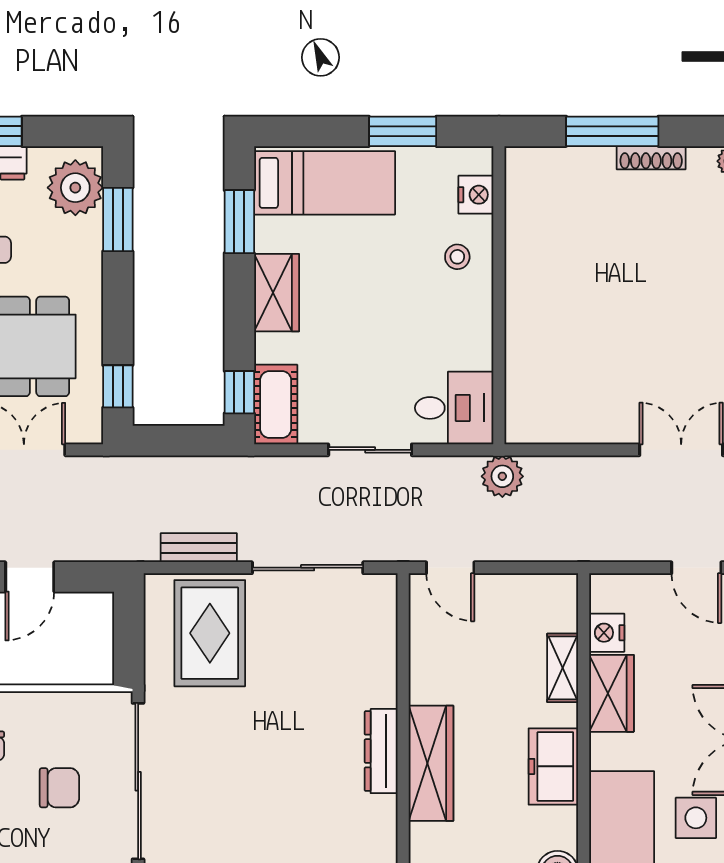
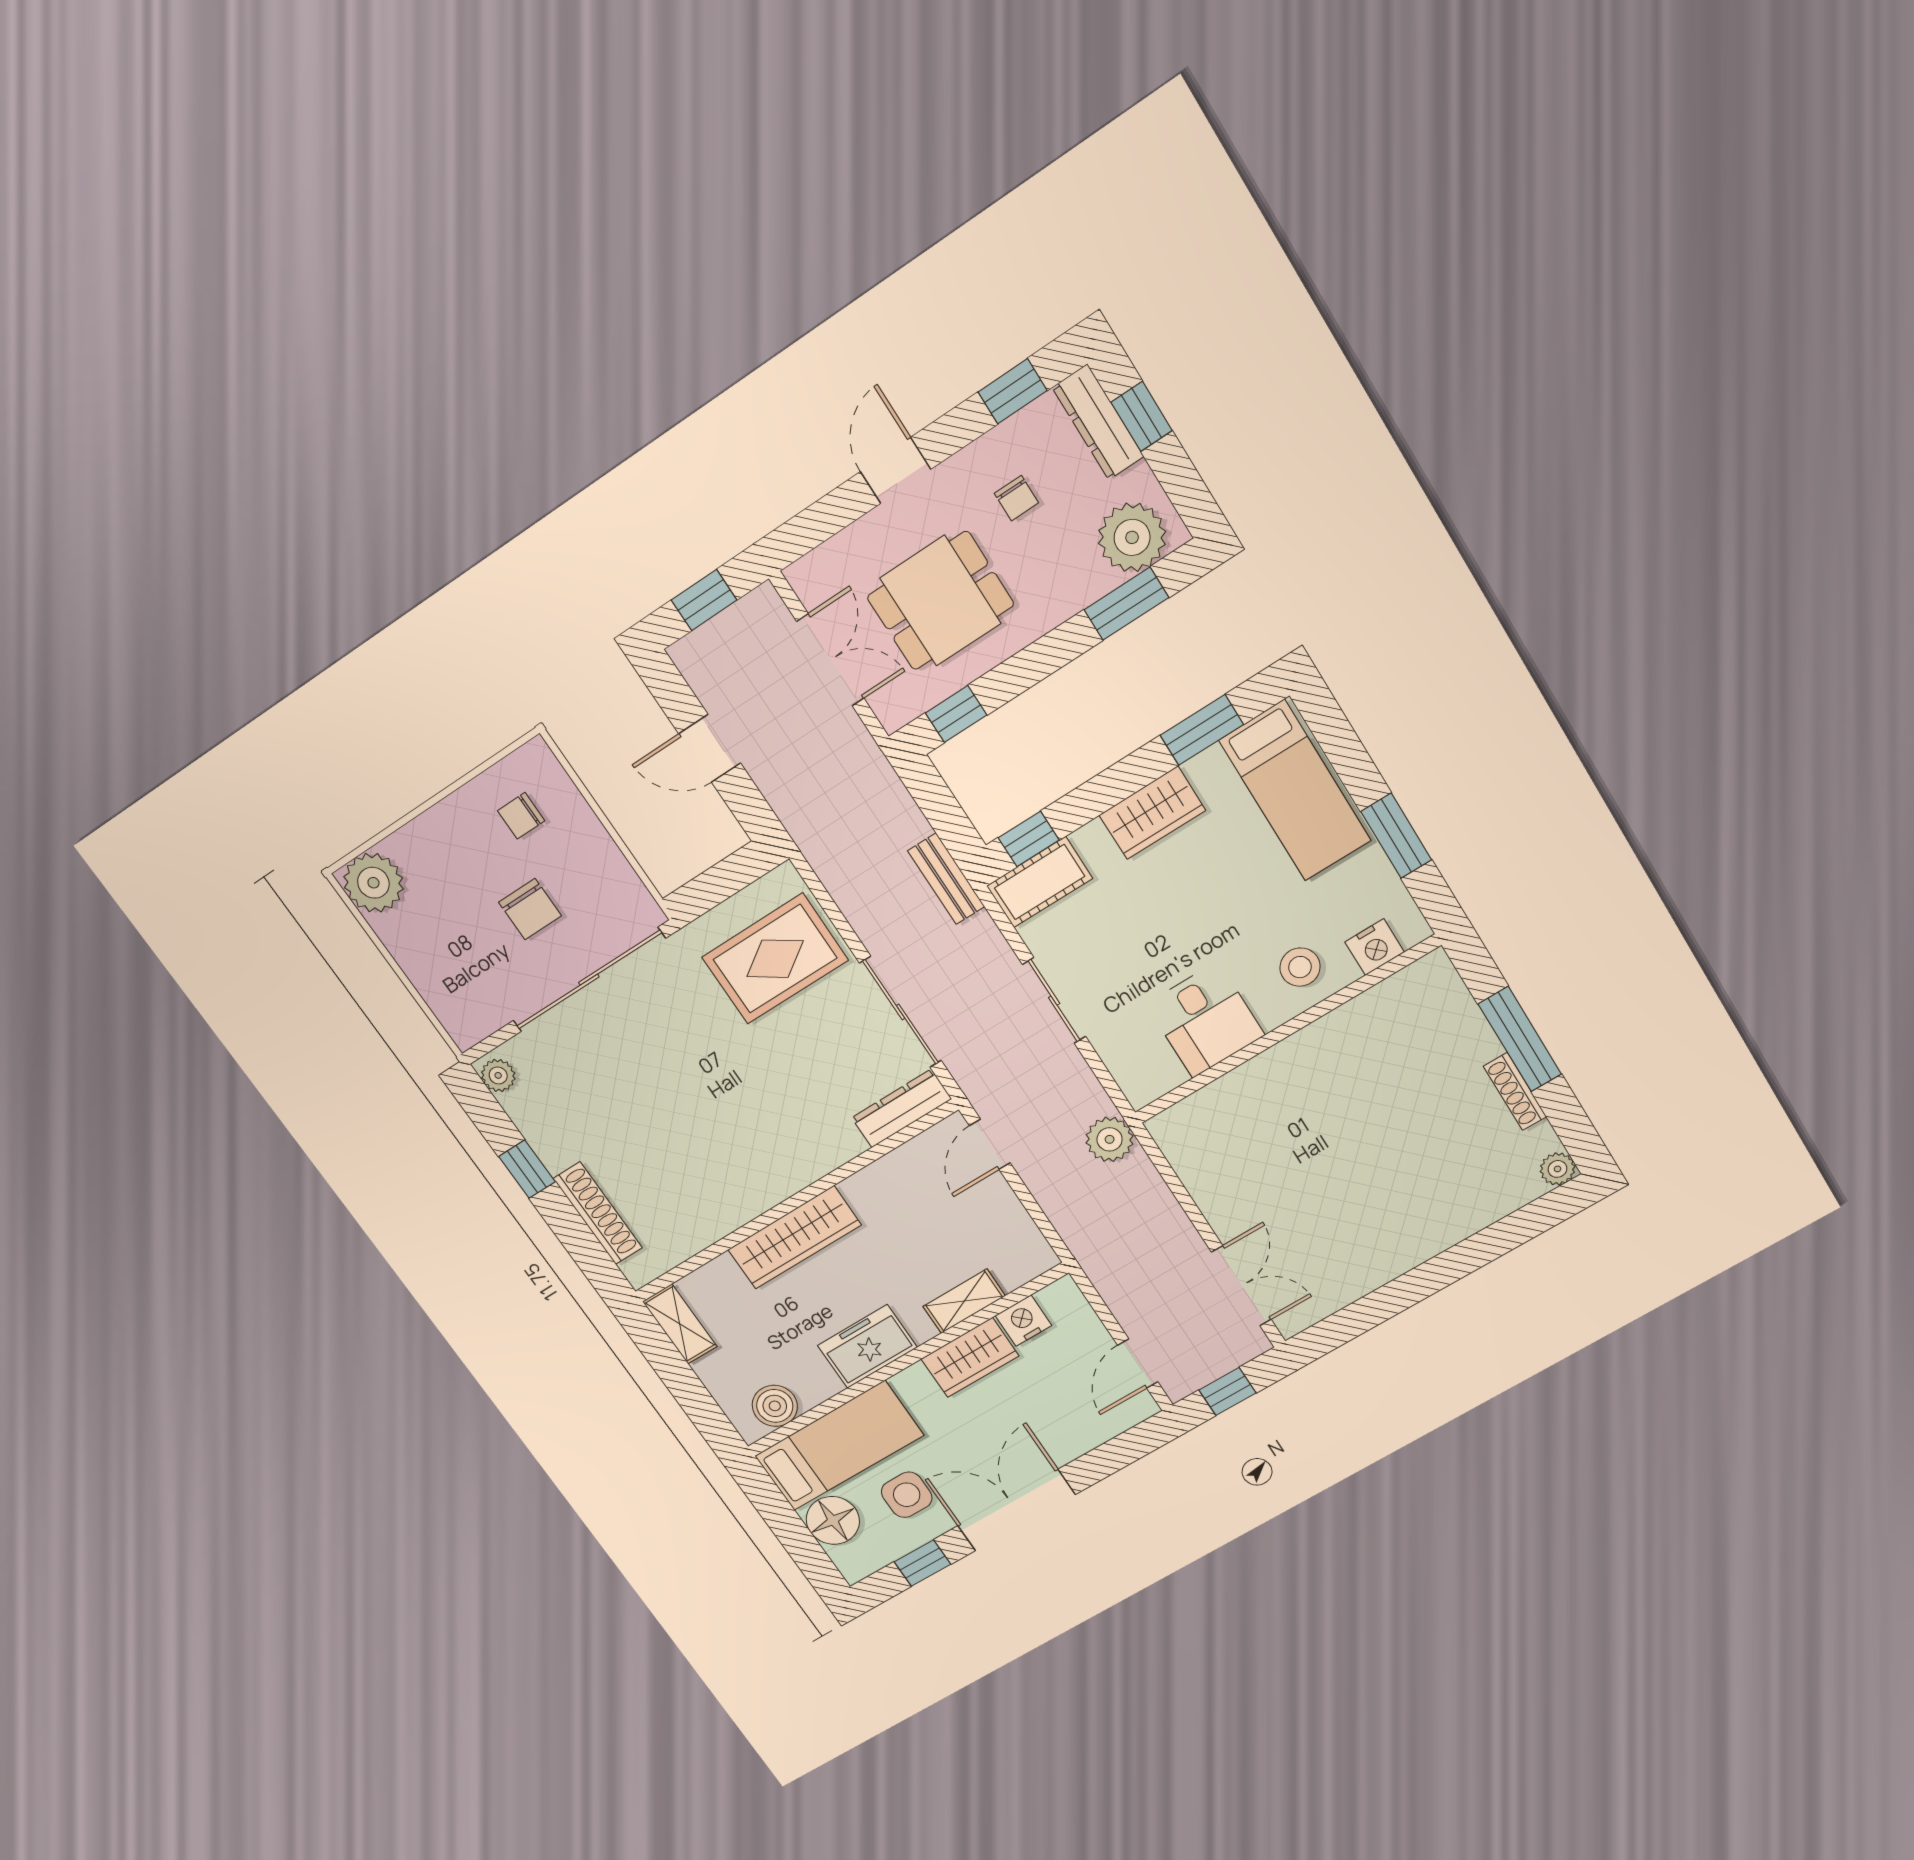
stool: (457, 257) -> (1300, 967), width x1.37, depth x1.37
desk: (454, 408) -> (1205, 1020), moved
bench: (199, 548) -> (946, 879), moved
dresser: (381, 751) -> (902, 1108), moved

